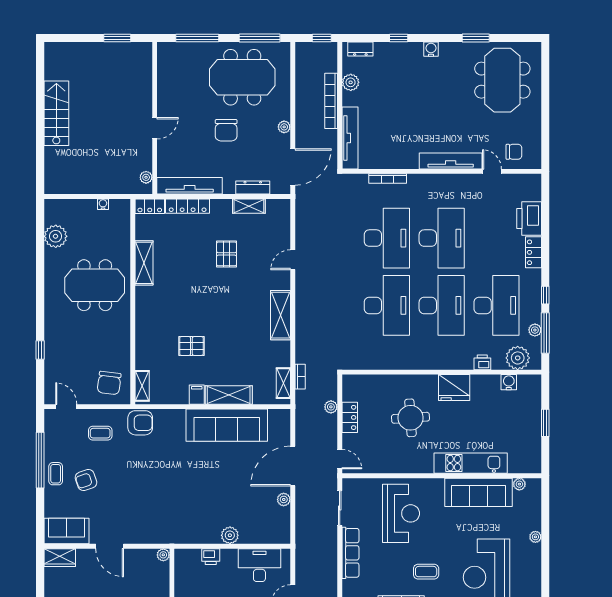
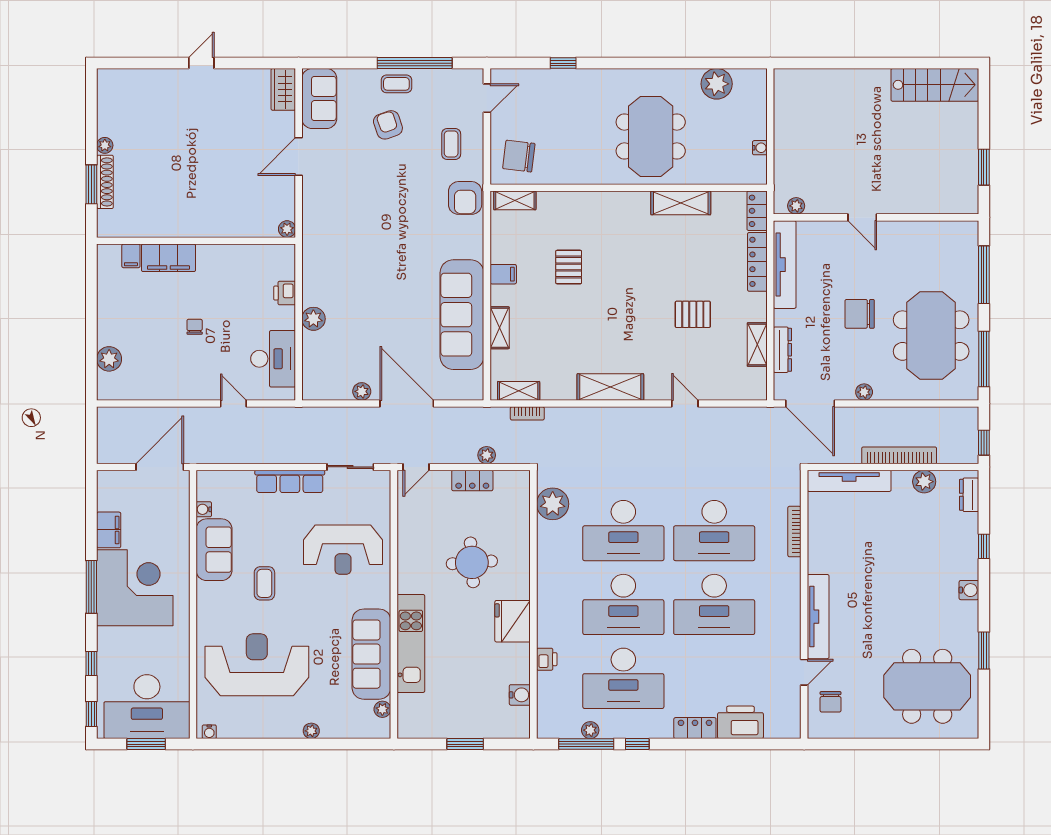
stairs: (56, 113) -> (935, 85), moved
plant: (518, 358) -> (553, 504), moved
shelving: (229, 395) -> (500, 328), width x0.67, depth x0.75

